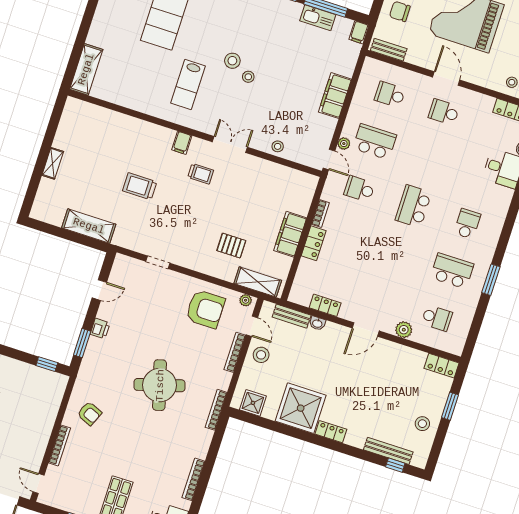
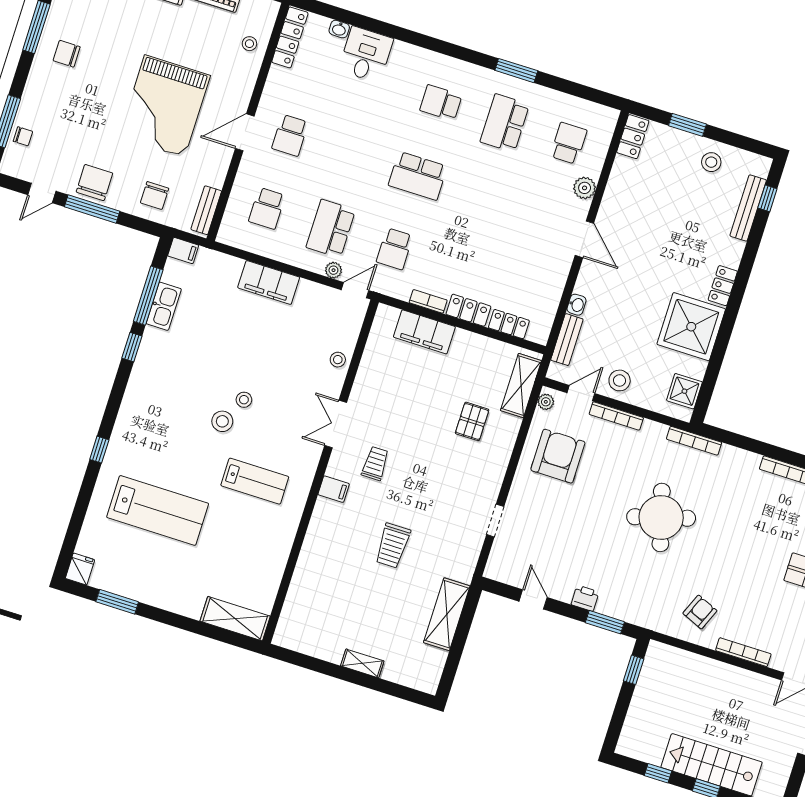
filing cabinet: (290, 234) -> (424, 332), moved
locker: (325, 305) -> (509, 324), moved, turned 90

